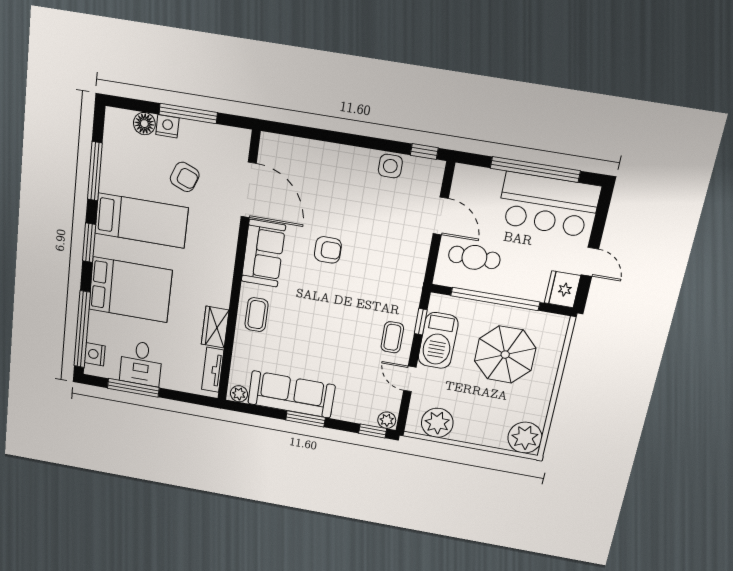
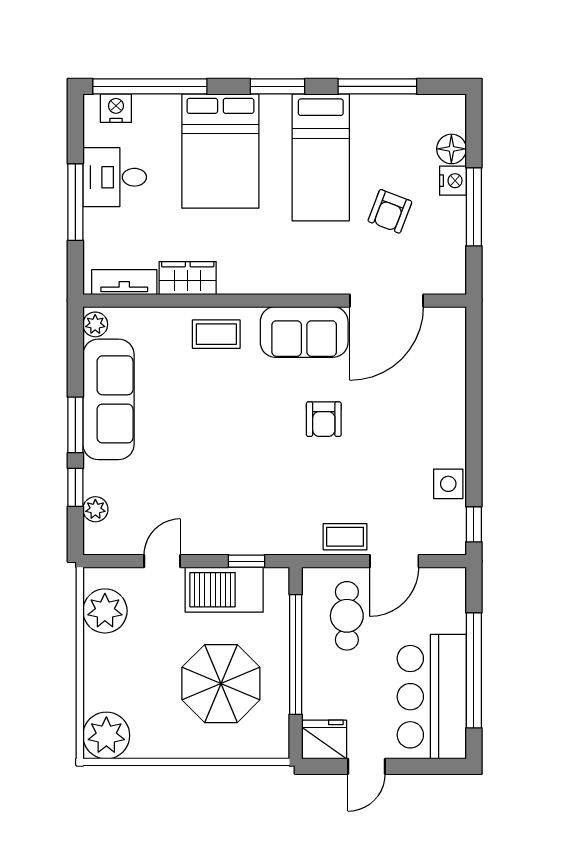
coffee table: (392, 337) -> (345, 537), moved
window: (133, 388) -> (75, 202), moved
plant: (387, 420) -> (95, 509), moved
window: (373, 431) -> (75, 487), moved

